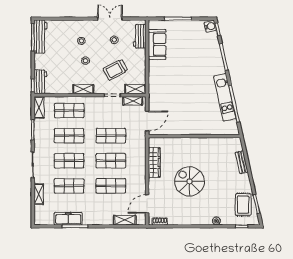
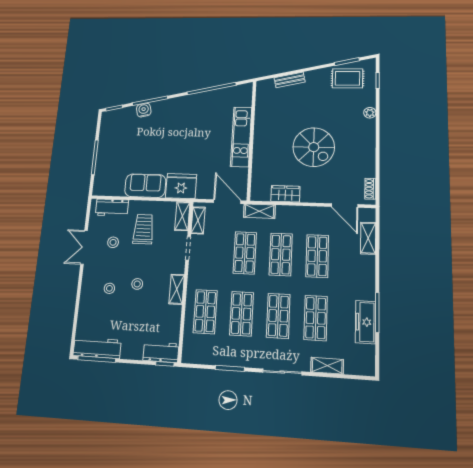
water cooler: (210, 26) -> (144, 110), moved
sofa: (157, 44) -> (145, 186), moved
trolley: (115, 70) -> (143, 229), moved, turned -152
fridge: (158, 86) -> (181, 186), added
kitchen unit: (225, 97) -> (241, 137), moved, turned 103
shelving: (39, 107) -> (259, 211), moved
wardrobe: (154, 162) -> (285, 194), width x0.67
spiral stairs: (189, 181) -> (314, 147), turned -90

